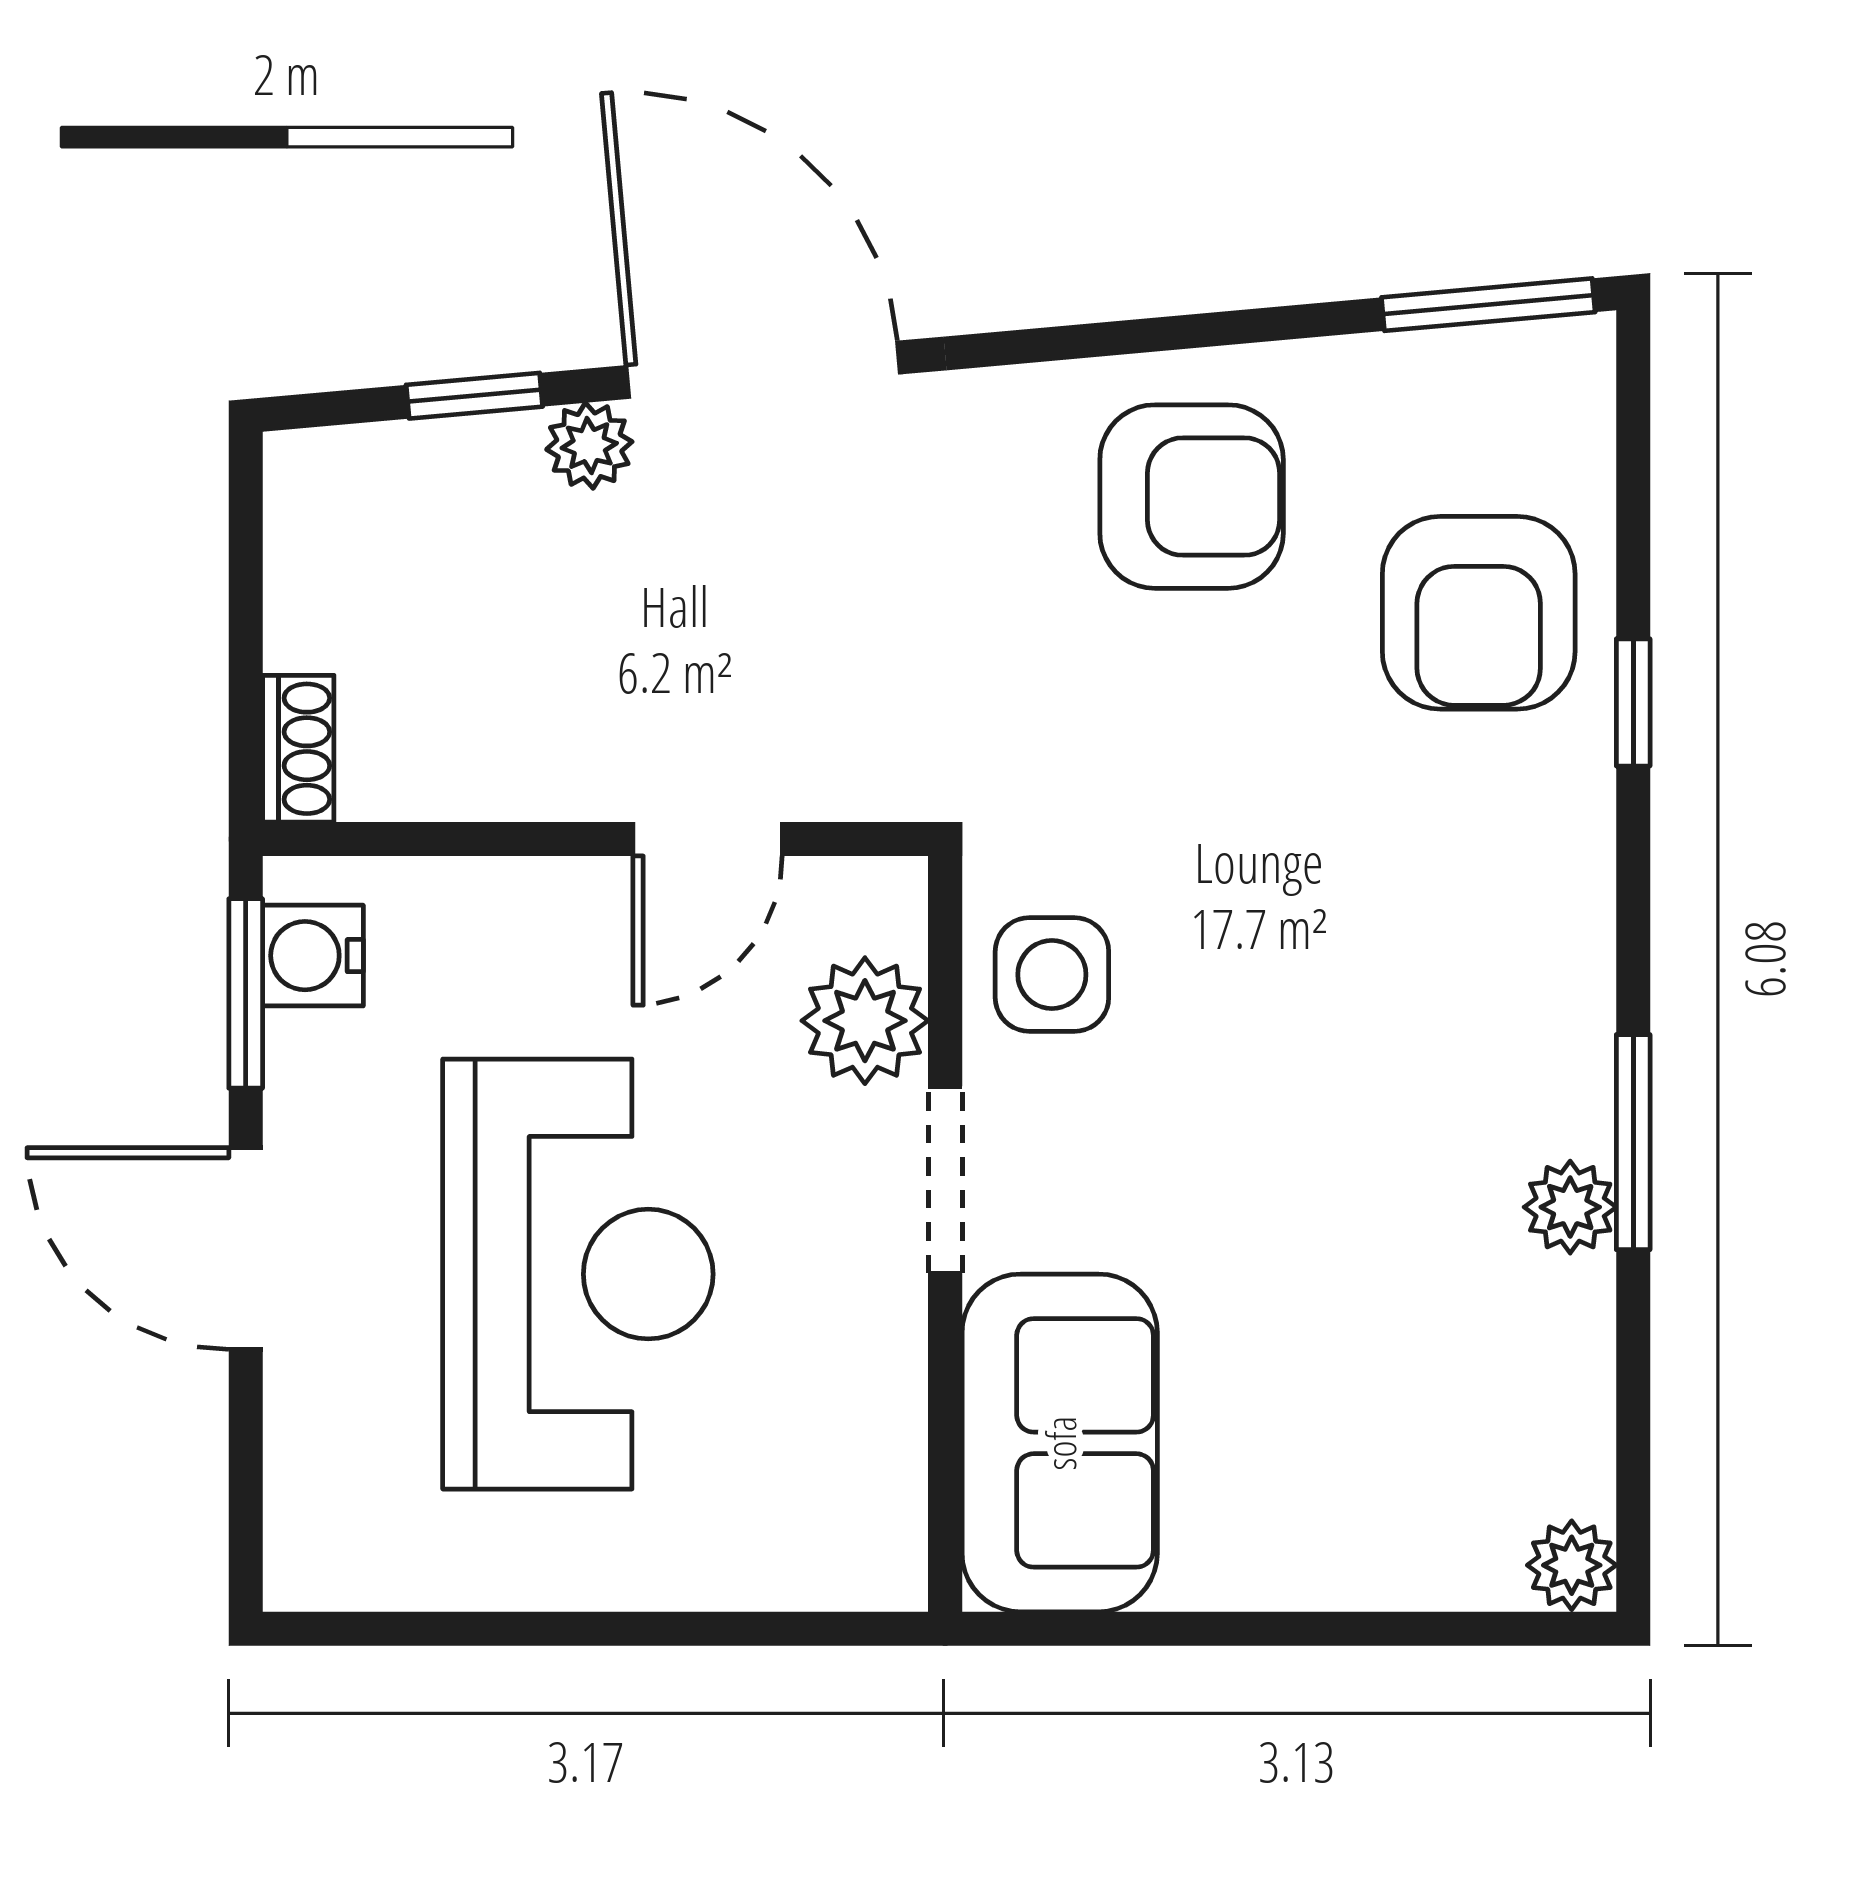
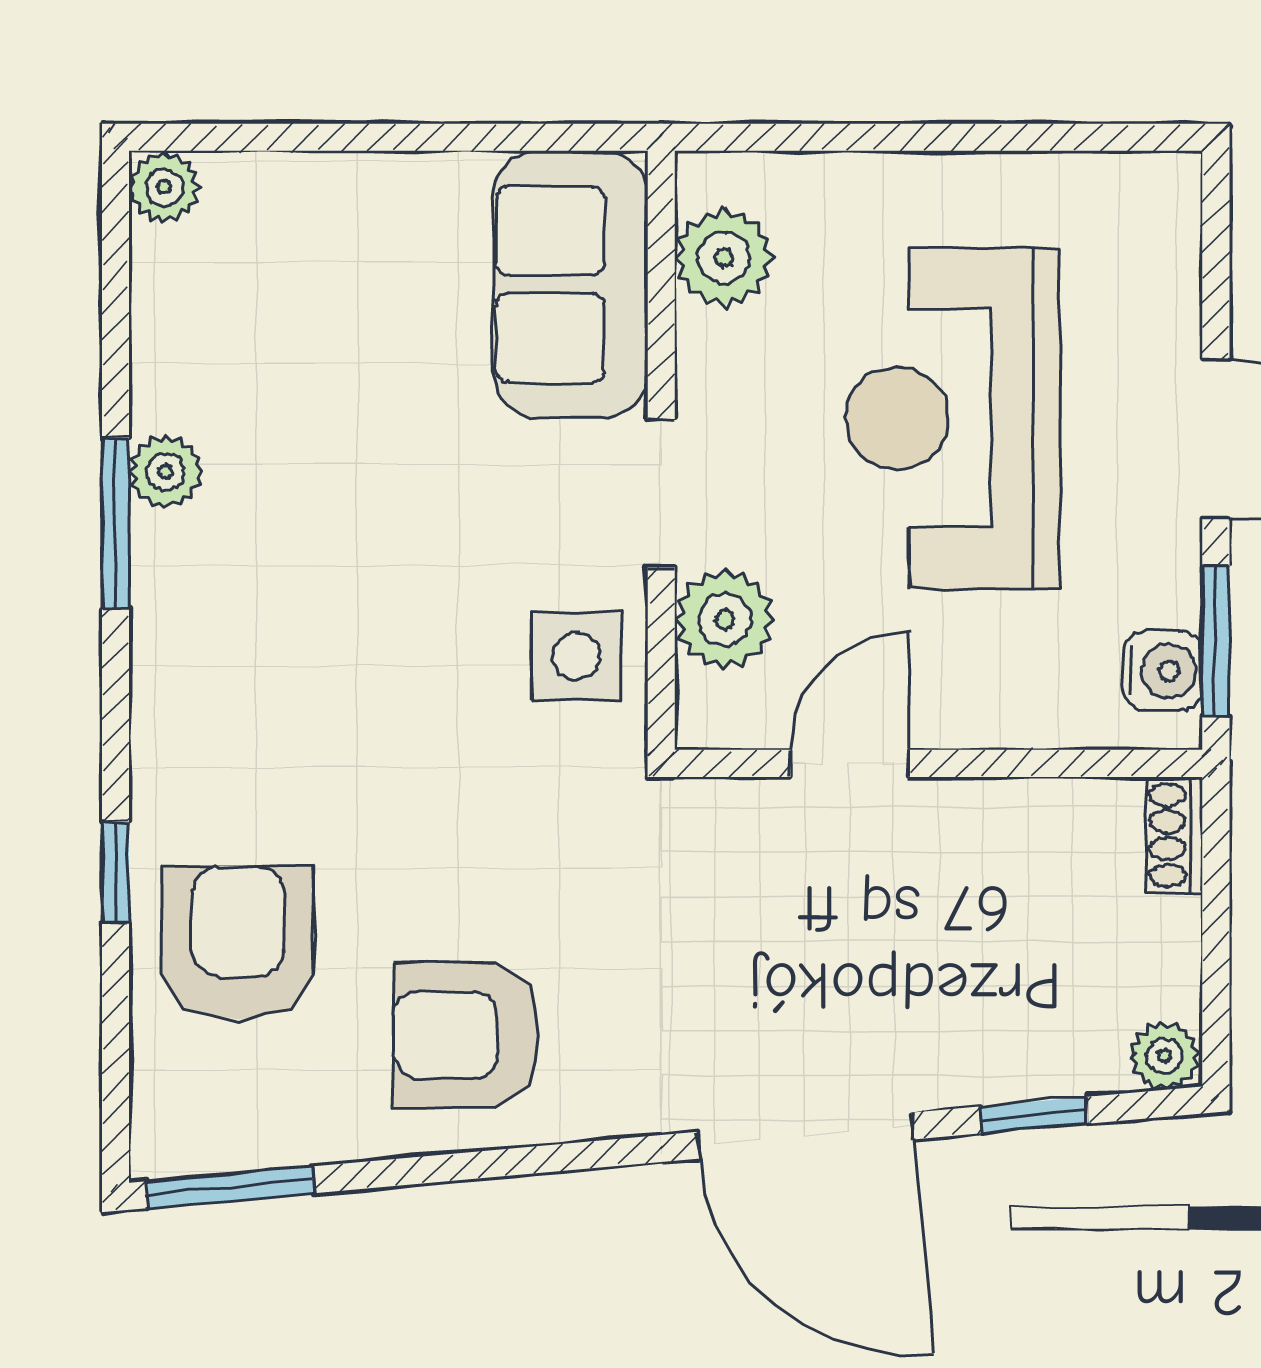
plant: (589, 446) -> (1164, 1056), moved
plant: (866, 1477) -> (724, 258), added

